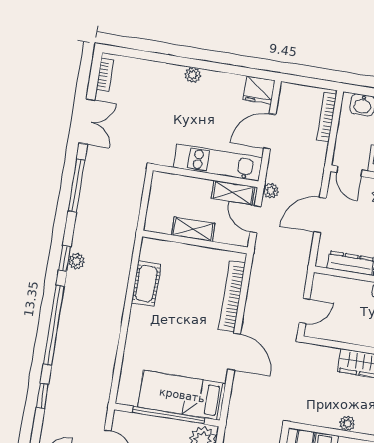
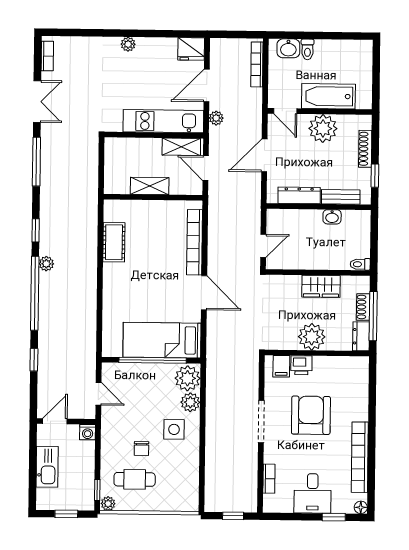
plant: (271, 191) -> (216, 118), moved
plant: (76, 261) -> (46, 264), moved
plant: (347, 423) -> (312, 337), width x1.87, depth x1.87

